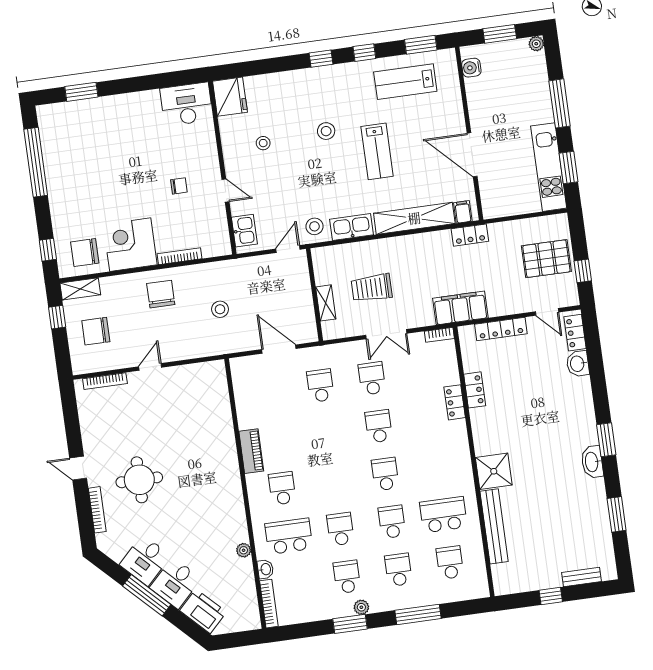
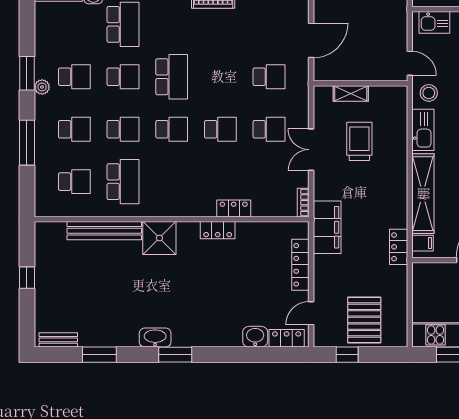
locker: (475, 390) -> (218, 230), moved
school desk: (282, 488) -> (172, 77), moved, width x1.85
bench: (582, 577) -> (58, 340), moved, turned 90

